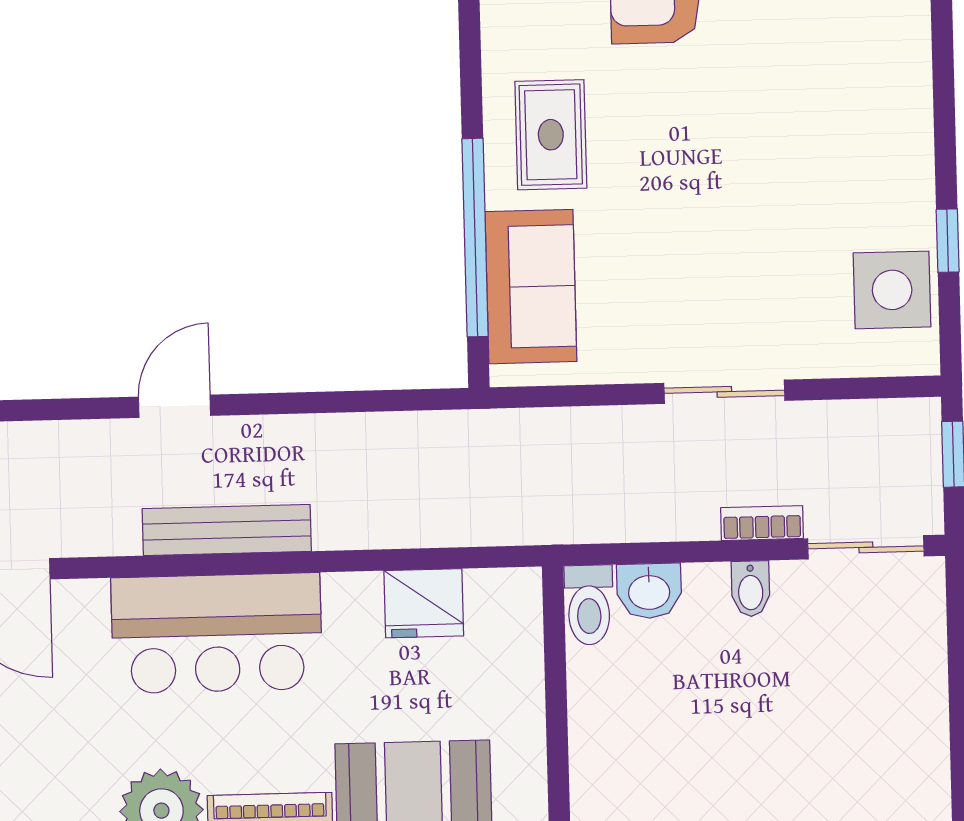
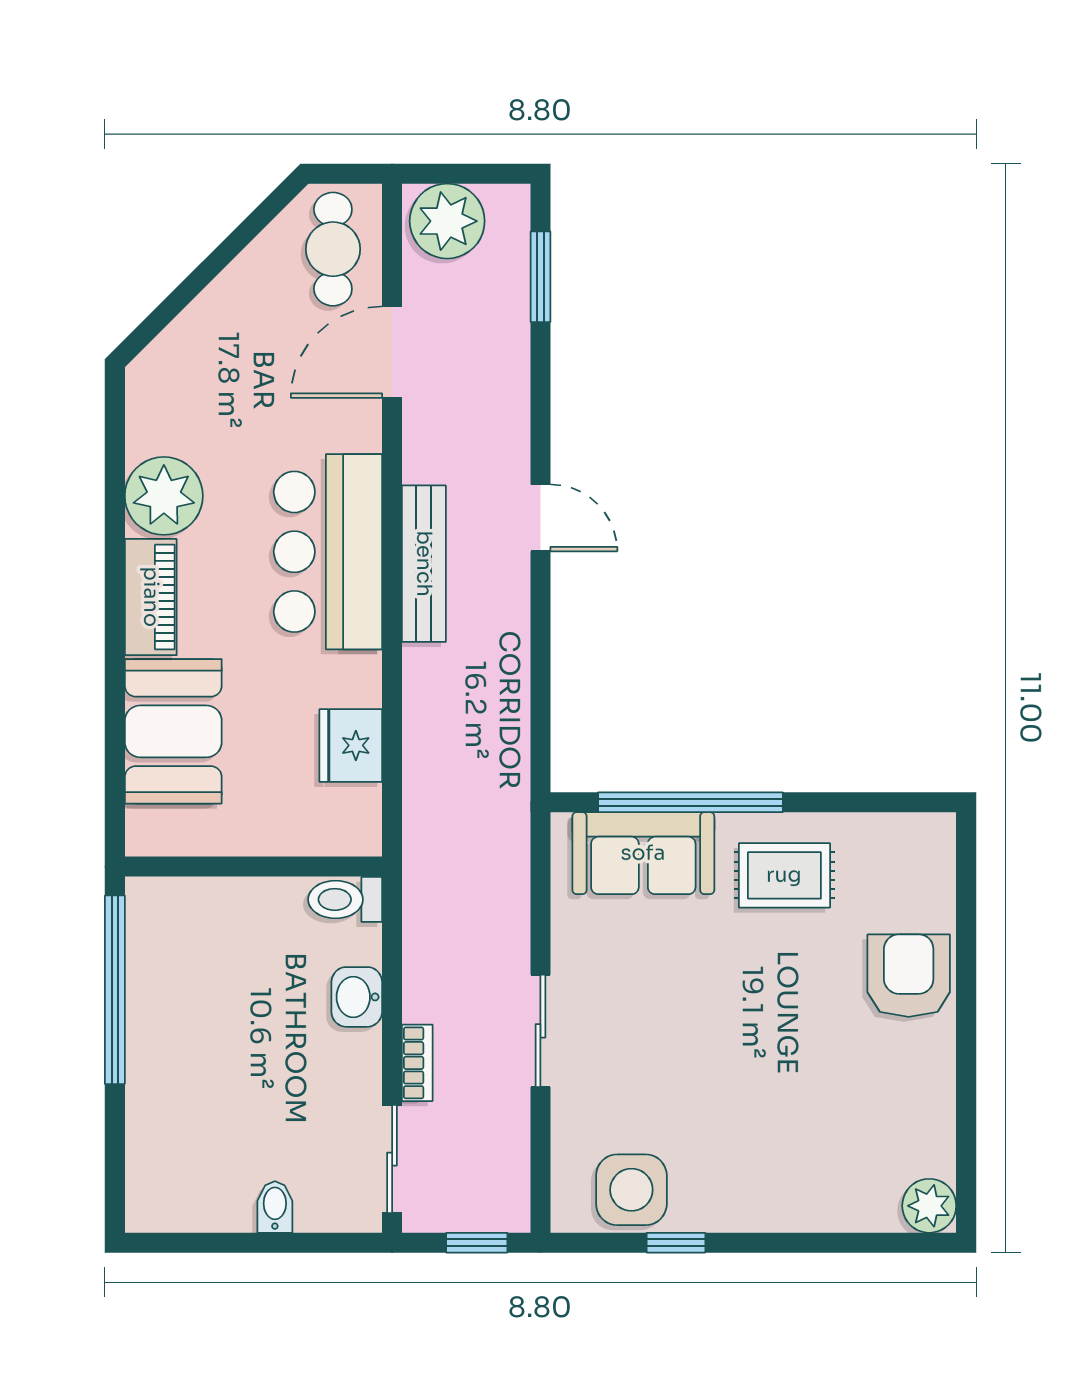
bidet: (751, 589) -> (275, 1207), moved, turned 90
washbasin: (649, 591) -> (357, 997), moved

